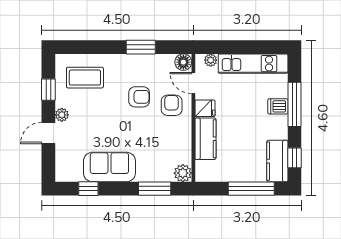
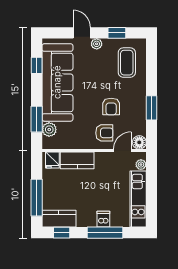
fridge: (205, 108) -> (52, 160), moved
sofa: (109, 167) -> (57, 82), width x1.85, depth x1.27
plant: (183, 173) -> (49, 130), moved

